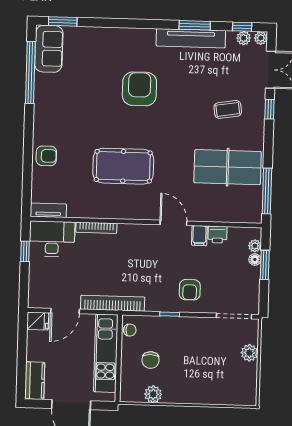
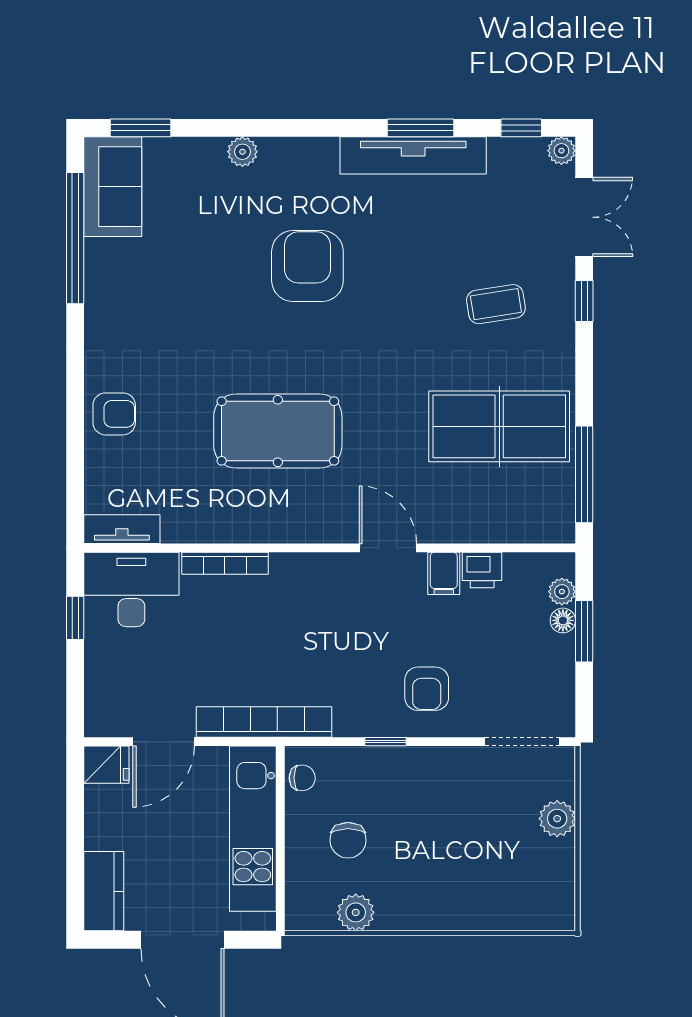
plant: (244, 38) -> (242, 152), moved

